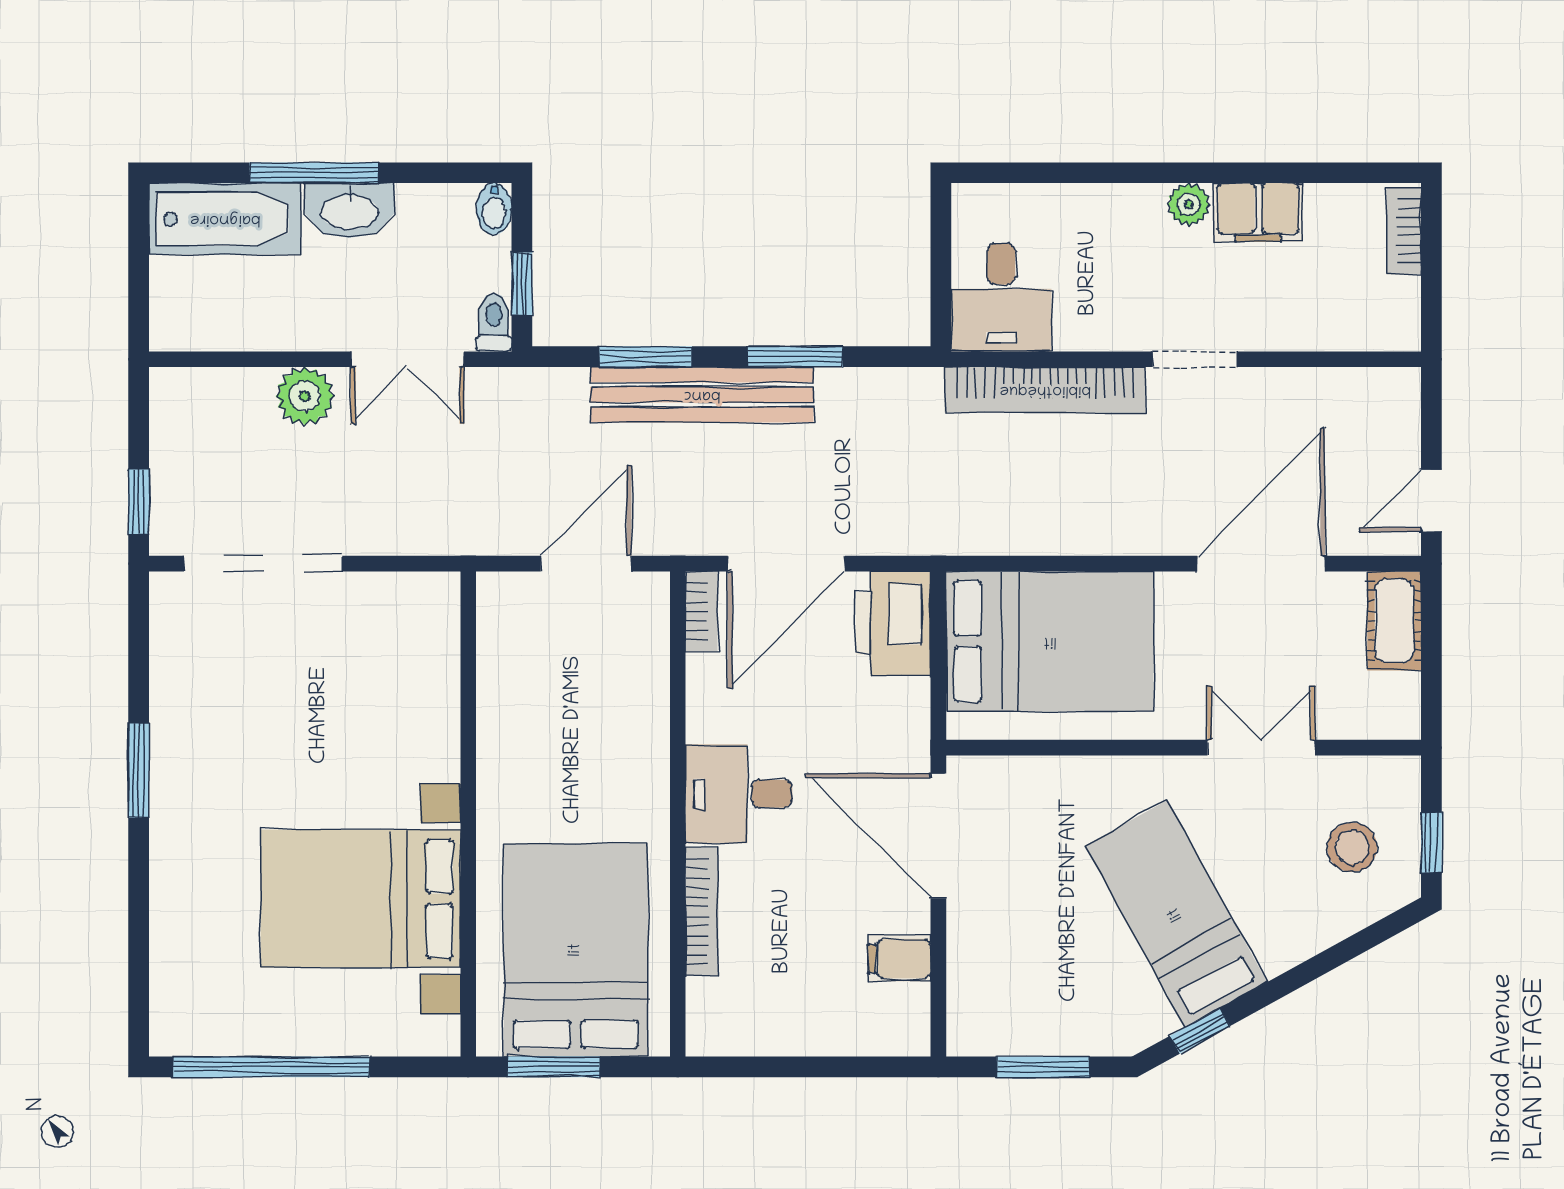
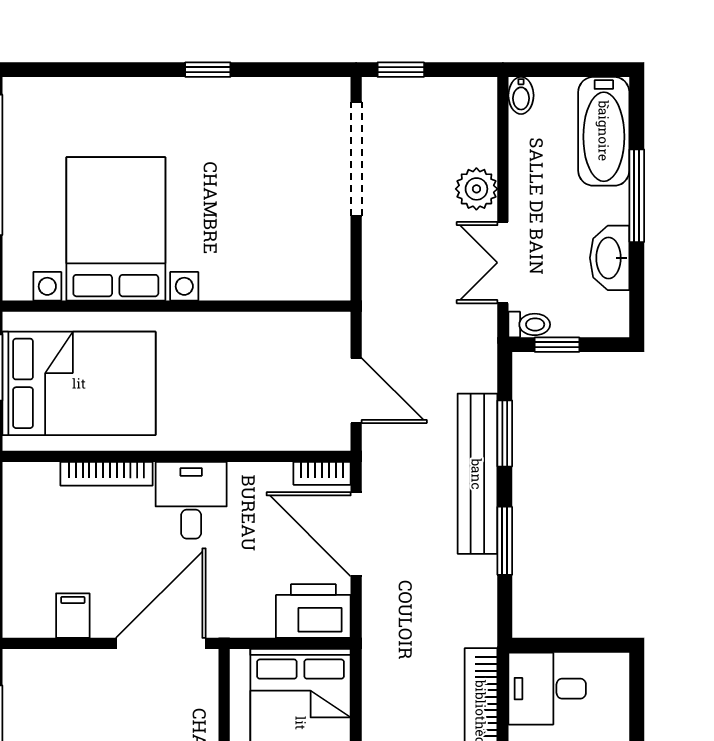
bidet: (494, 209) -> (521, 95), moved, turned -90
washbasin: (349, 210) -> (610, 258), moved
window: (139, 770) -> (208, 70), width x0.67

